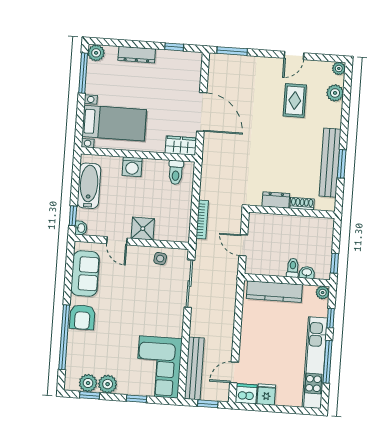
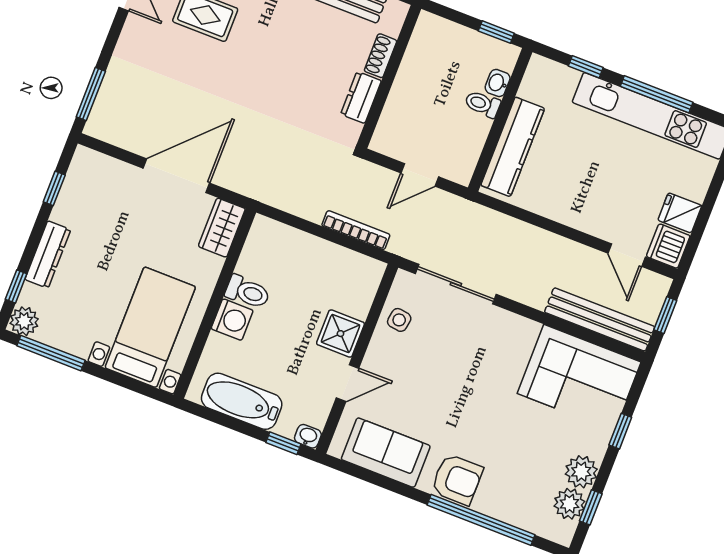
window: (114, 43) -> (16, 286), added
toilet: (176, 172) -> (248, 292), moved
plant: (323, 293) -> (539, 67), removed

